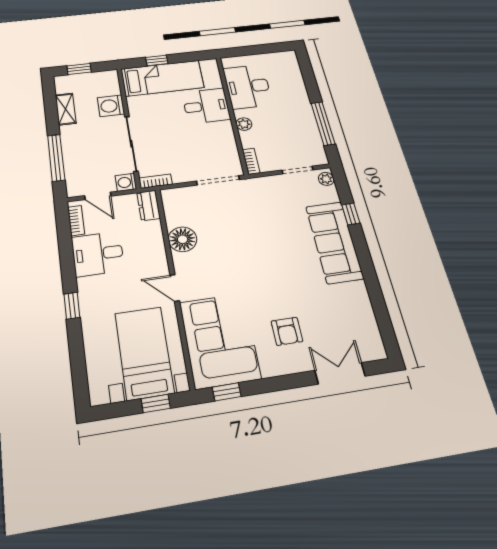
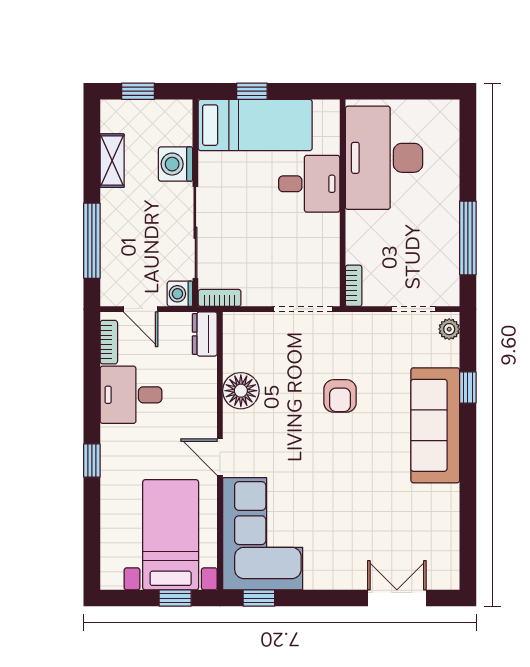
desk: (248, 87) -> (384, 158), width x1.36, depth x1.30
plant: (244, 124) -> (356, 223), removed
armchair: (287, 331) -> (340, 396), moved

